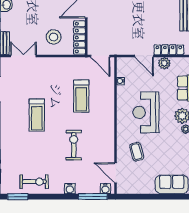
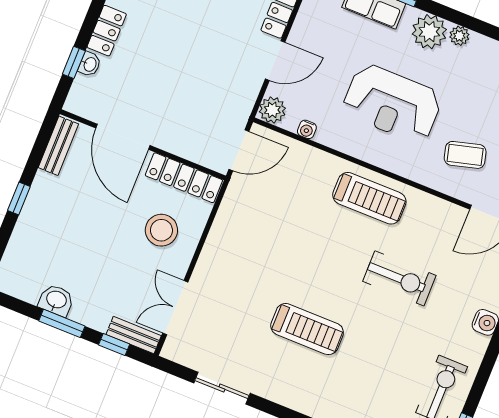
plant: (164, 63) -> (272, 110), moved
treadmill: (81, 96) -> (369, 198), moved
exercise bike: (74, 145) -> (399, 278), turned 180

